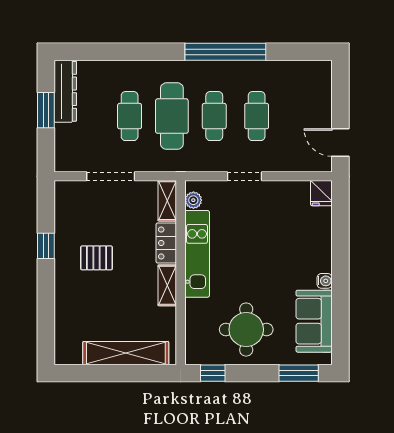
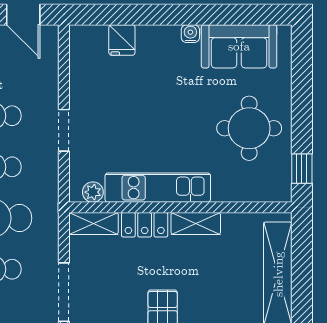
door: (340, 143) -> (23, 15), hinge flipped
fridge: (321, 193) -> (122, 40), moved, turned 90
window: (299, 373) -> (302, 65), removed

